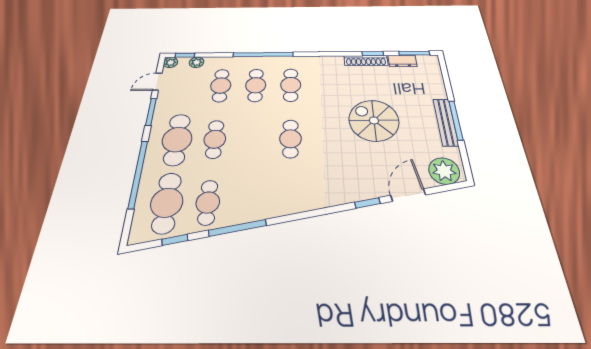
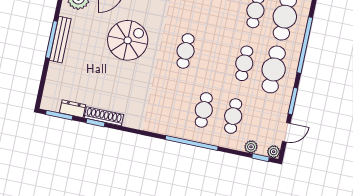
cafe table: (291, 85) -> (174, 104), removed
spiral stairs: (374, 120) -> (128, 40), moved, turned -90

